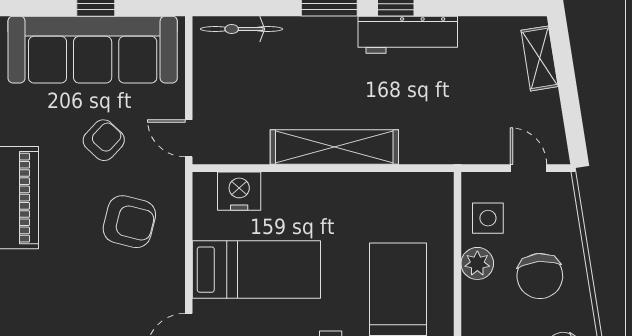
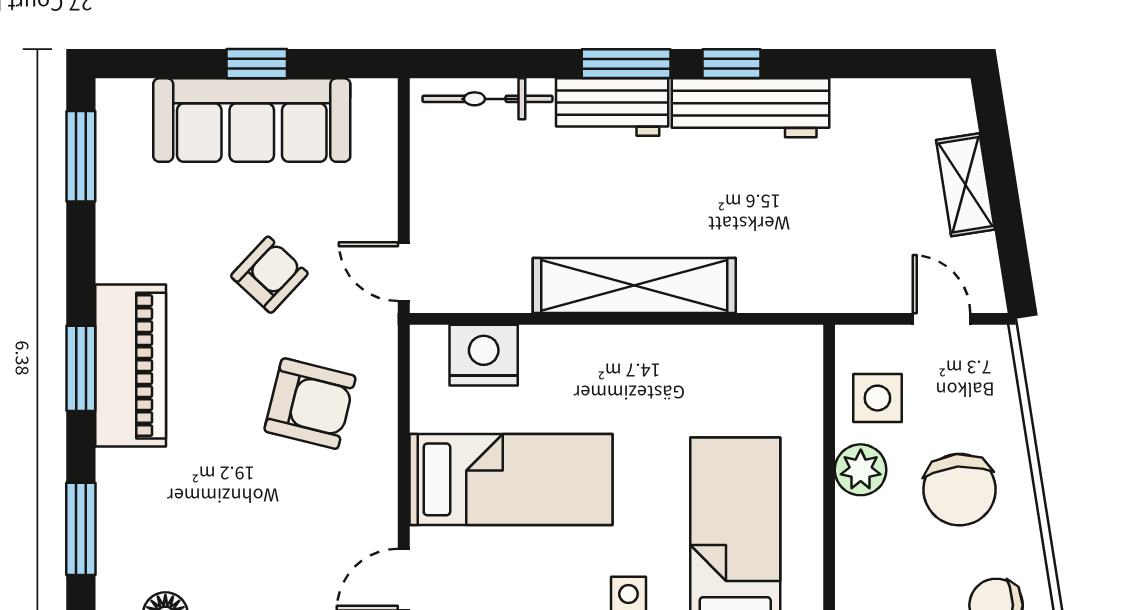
workbench: (320, 34) -> (612, 107), added
sofa: (93, 50) -> (252, 120), width x0.74, depth x0.79
shelving: (540, 58) -> (965, 185), moved

